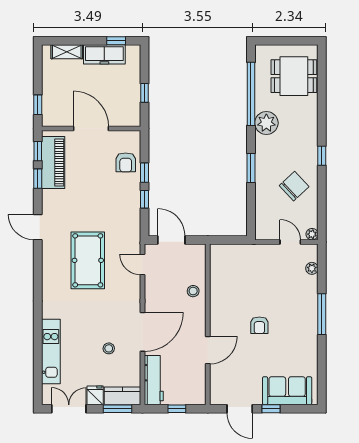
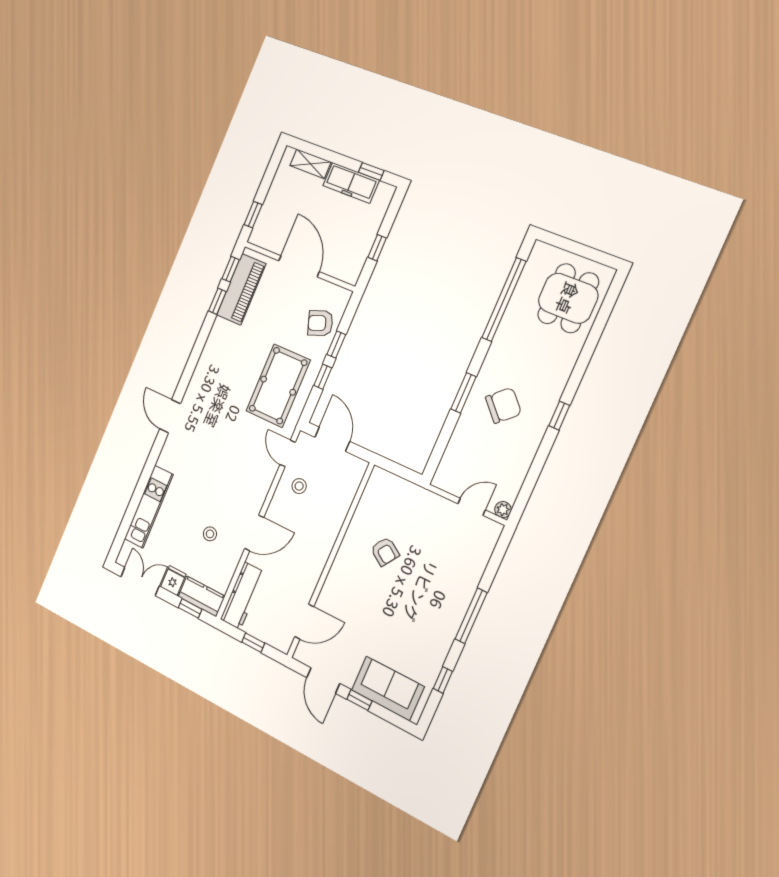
dining table: (294, 76) -> (568, 298), turned 90
plant: (266, 123) -> (507, 344), removed
armchair: (126, 162) -> (320, 323), turned 70
chair: (294, 186) -> (503, 405), moved
door: (38, 227) -> (170, 416), moved
door: (290, 242) -> (472, 507), hinge flipped
pool table: (88, 260) -> (278, 386), moved
plant: (312, 268) -> (484, 552), removed
stool: (193, 291) -> (299, 486), moved
armchair: (259, 325) -> (385, 552), moved, turned -56
door: (143, 332) -> (254, 533), width x0.73
door: (208, 350) -> (304, 622), moved
window: (322, 366) -> (443, 680), added
window: (118, 409) -> (190, 608), width x0.67

